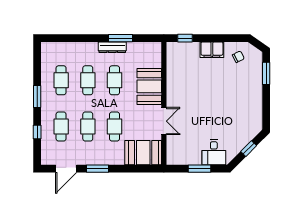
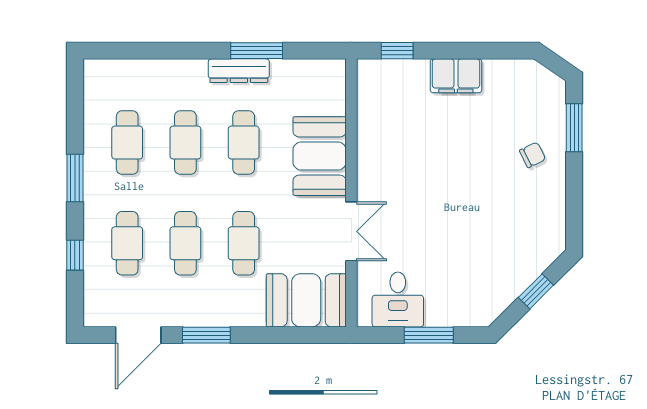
chair: (238, 57) -> (533, 155), moved
desk: (214, 152) -> (398, 299), moved

